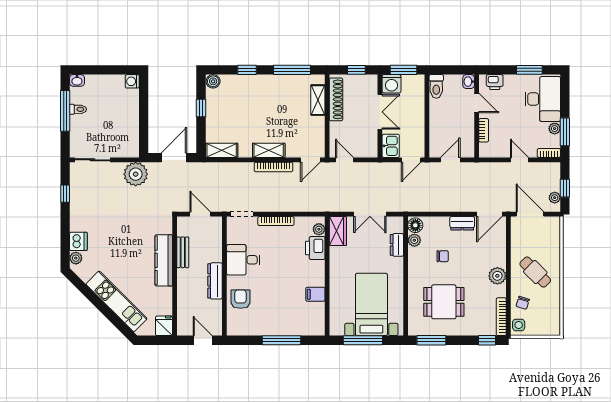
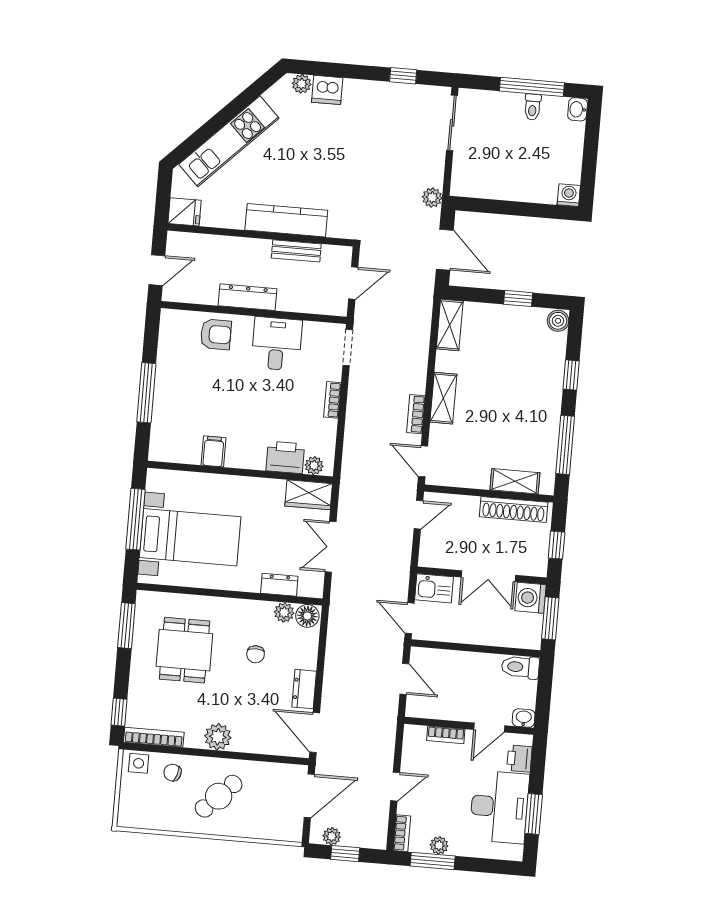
desk: (543, 99) -> (499, 807), moved, turned -90
bookcase: (274, 167) -> (416, 414), width x0.64
plant: (136, 174) -> (432, 198), width x0.53, depth x0.53
bookcase: (276, 221) -> (332, 400), width x0.64

